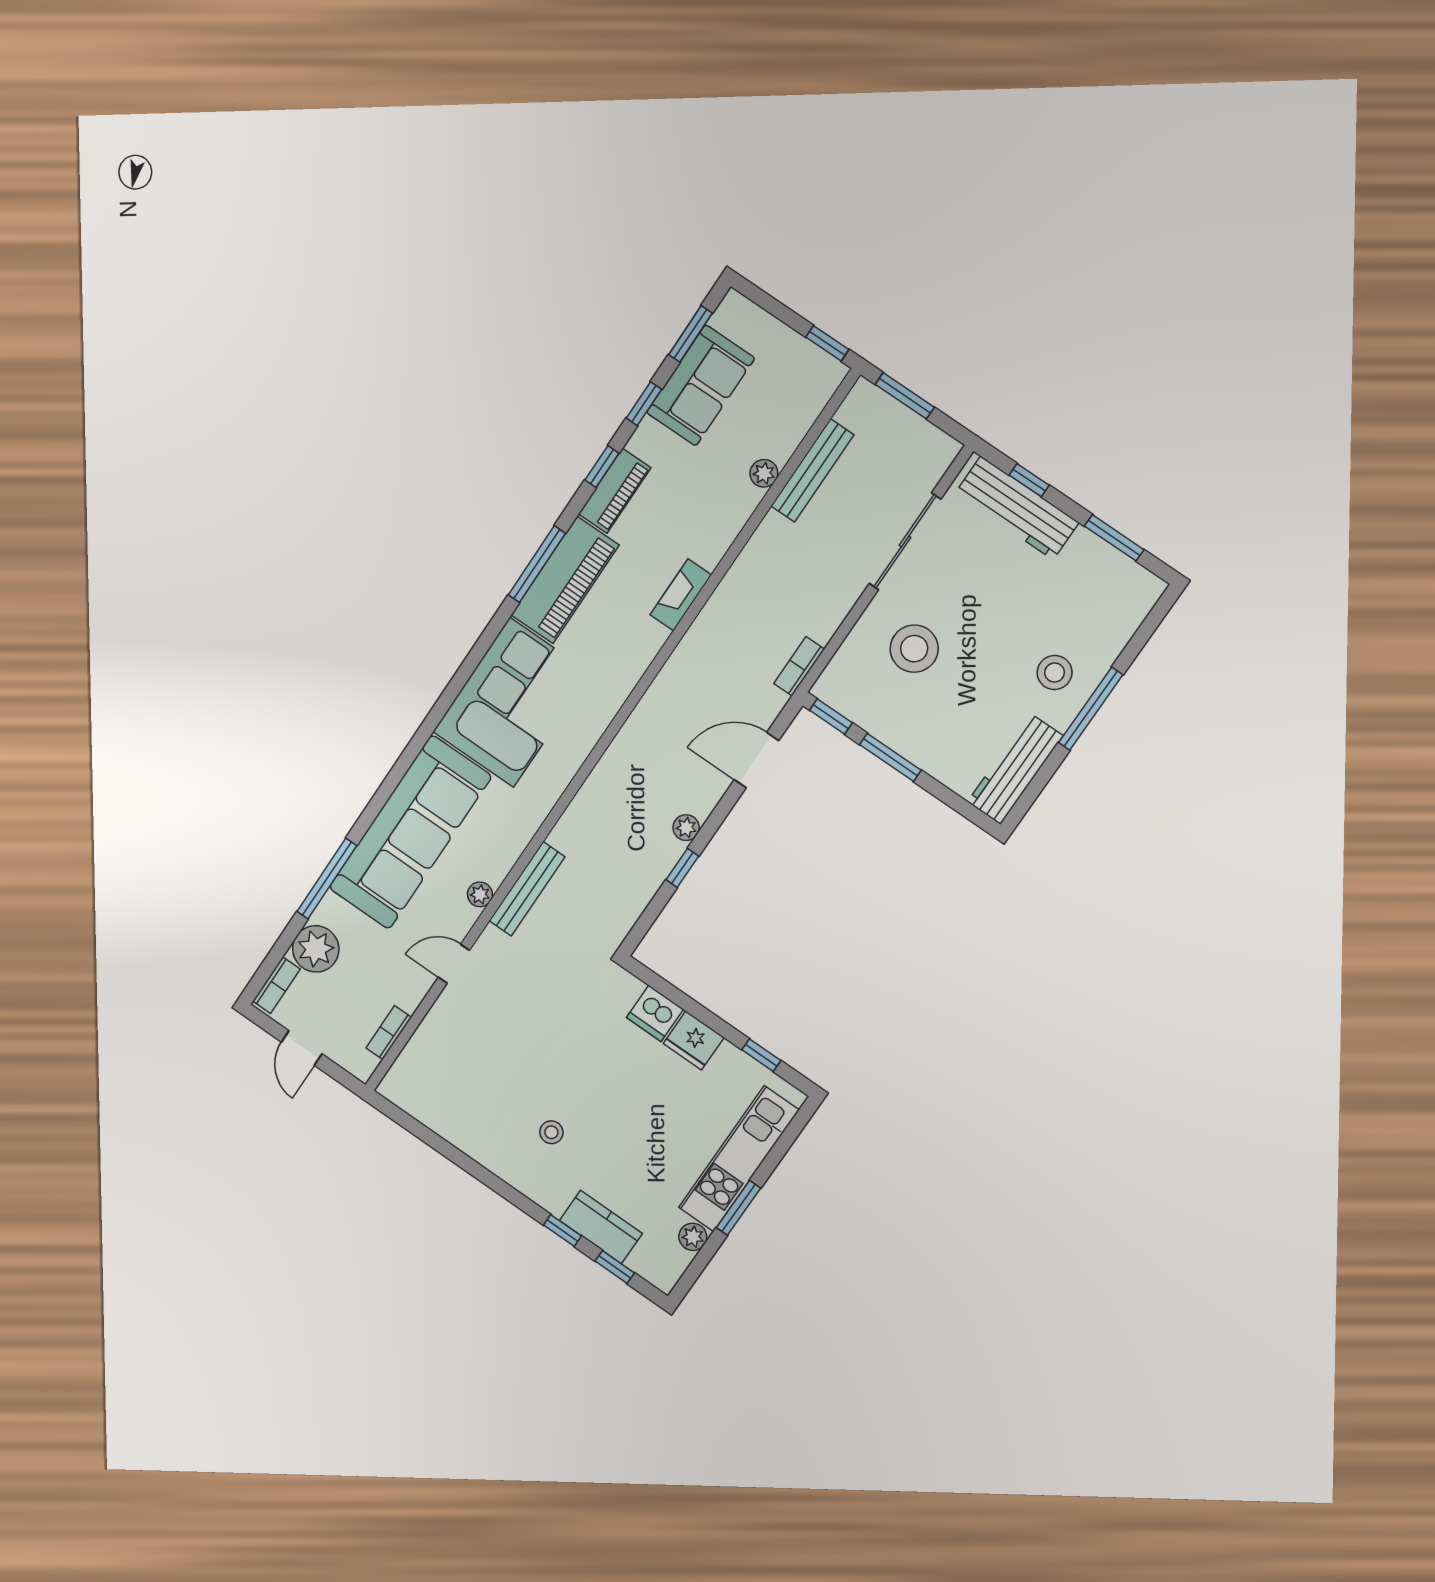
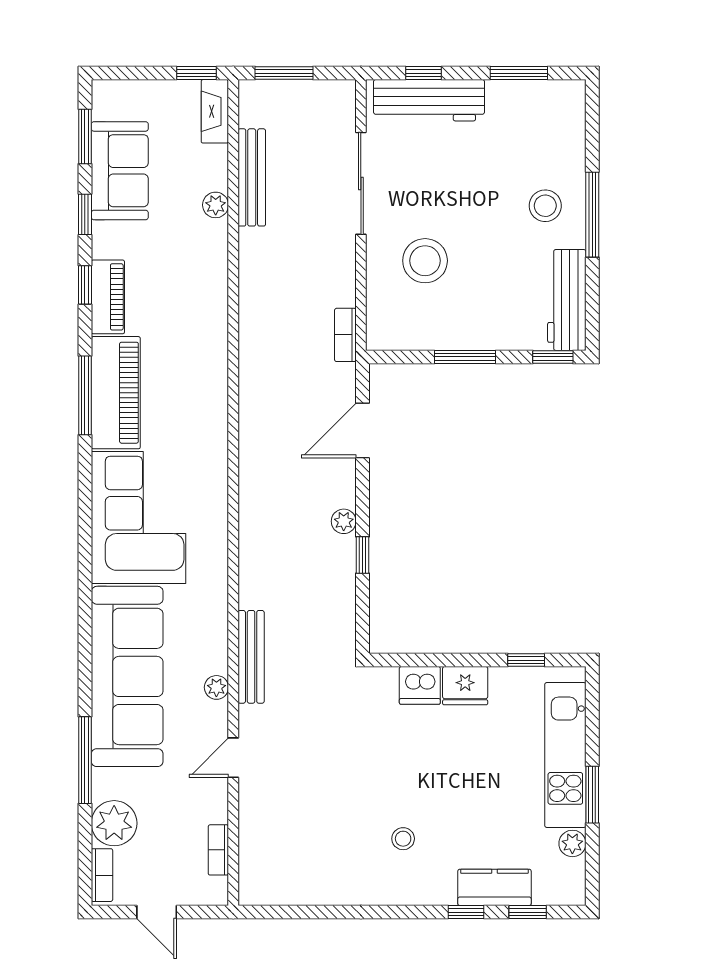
fireplace: (681, 595) -> (215, 111), moved
window: (831, 717) -> (553, 357), moved

